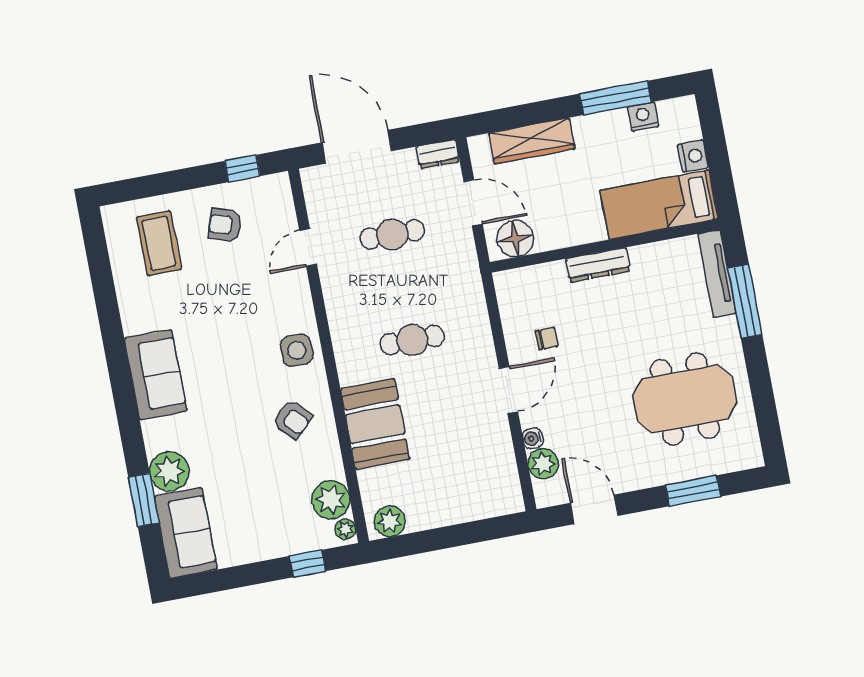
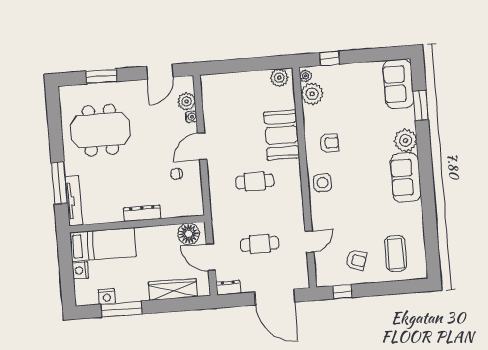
armchair: (292, 419) -> (329, 143), turned 134
plant: (169, 471) -> (406, 140), moved
door: (594, 509) -> (160, 72), hinge flipped

